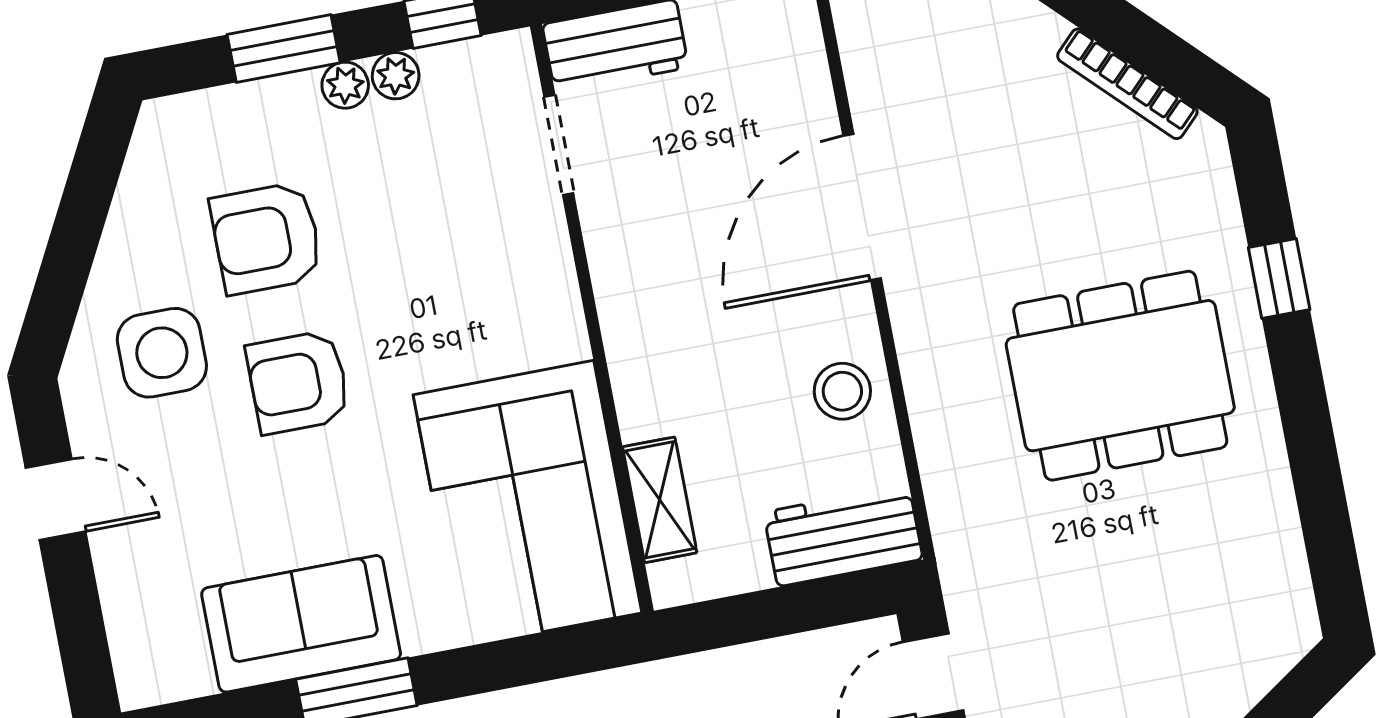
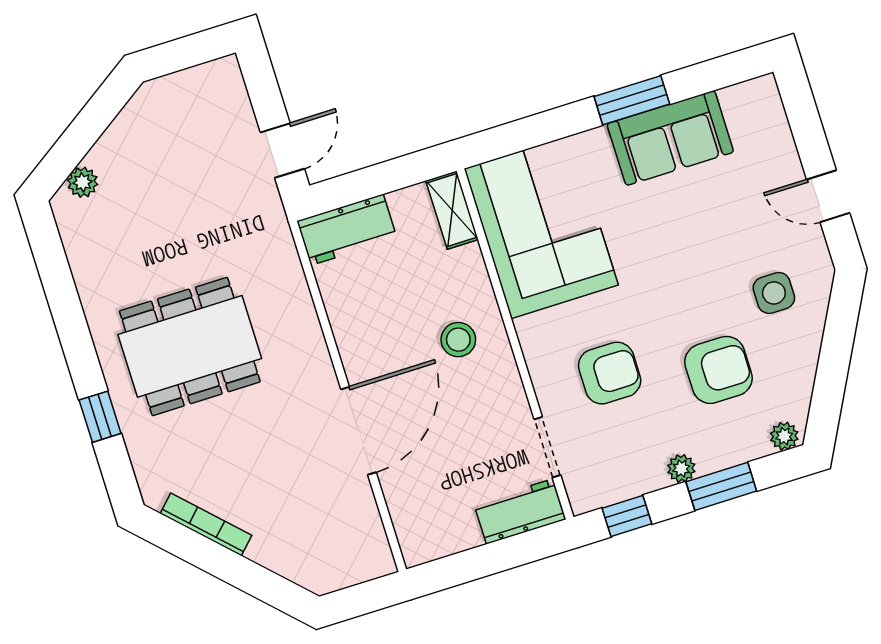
plant: (396, 76) -> (784, 436), moved
side table: (162, 353) -> (774, 293), width x0.73, depth x0.73
armchair: (298, 382) -> (610, 373), moved
stool: (842, 391) -> (458, 340), moved
shelving: (660, 500) -> (452, 210), moved
plant: (1264, 662) -> (83, 182), added

